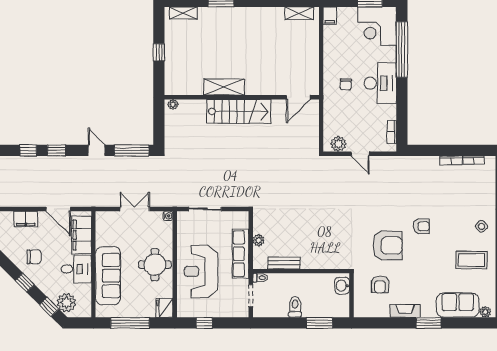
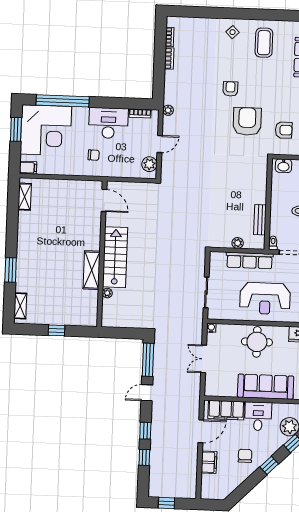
corner desk: (377, 26) -> (46, 130), width x1.36, depth x1.36
desk: (380, 83) -> (108, 123), moved
plant: (173, 104) -> (107, 293), moved
plant: (396, 161) -> (168, 110), added

